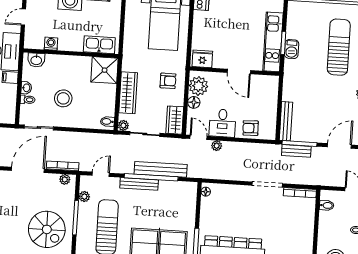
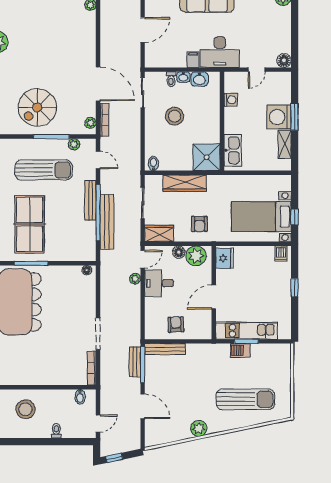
door: (23, 17) -> (257, 70), swing flipped
washbasin: (36, 60) -> (199, 79), moved, turned -90
plant: (123, 125) -> (150, 180), removed
armchair: (251, 128) -> (176, 325), moved

